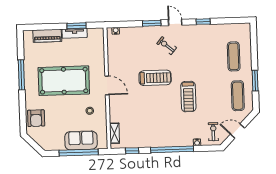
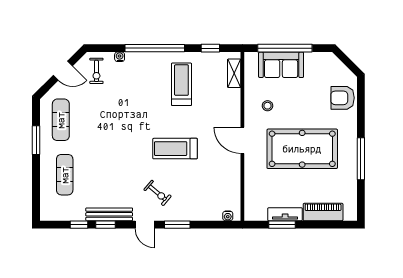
window: (222, 21) -> (79, 225), added
bench: (201, 29) -> (109, 214), added
treadmill: (188, 97) -> (181, 84), moved
armchair: (36, 118) -> (343, 98), turned -90

